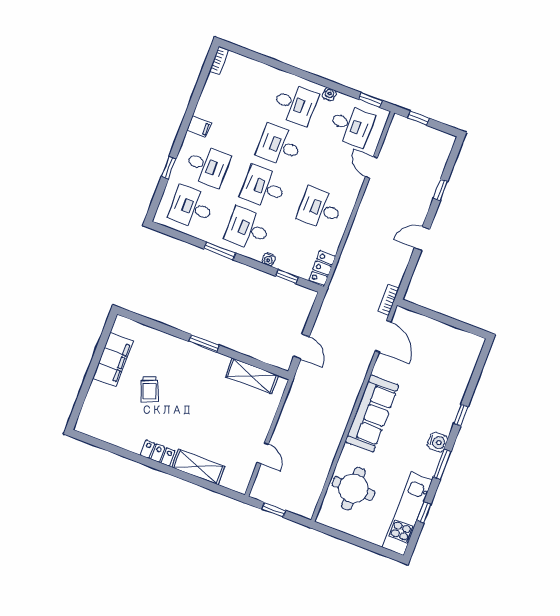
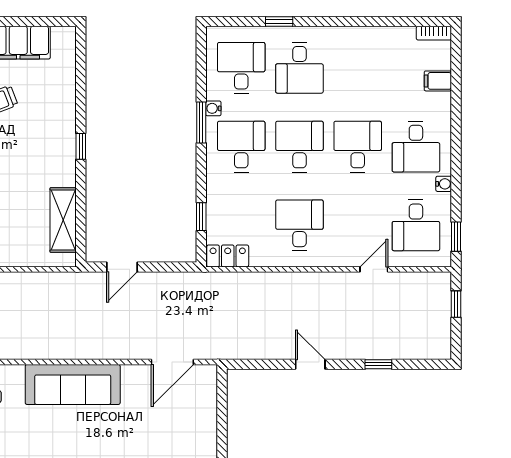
filing cabinet: (199, 127) -> (438, 81), moved, turned 90
water cooler: (269, 259) -> (213, 108), moved
bookcase: (389, 300) -> (219, 352), removed
window: (204, 343) -> (81, 146), width x0.67

